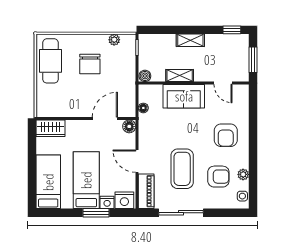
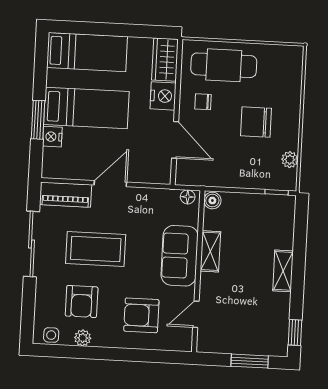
cafe table: (51, 61) -> (224, 65), moved
boiler: (145, 76) -> (212, 201), moved
shelving: (180, 76) -> (210, 251), moved
wall: (194, 83) -> (198, 271), moved
door: (223, 83) -> (196, 314), moved
sofa: (184, 96) -> (180, 256), moved
chair: (78, 101) -> (203, 102), added
floor lamp: (129, 126) -> (162, 175), removed
nightstand: (124, 200) -> (163, 96), moved, turned 180

